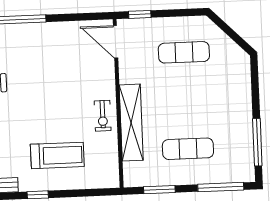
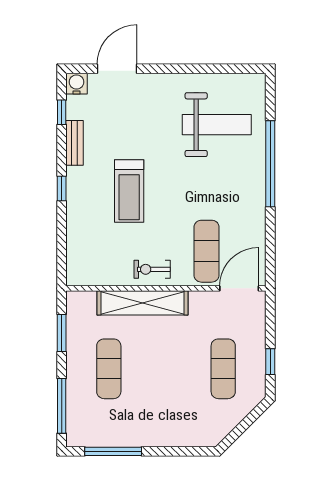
window: (140, 14) -> (270, 362), moved
exercise mat: (85, 71) -> (207, 251), added
treadmill: (57, 155) -> (129, 191), moved

